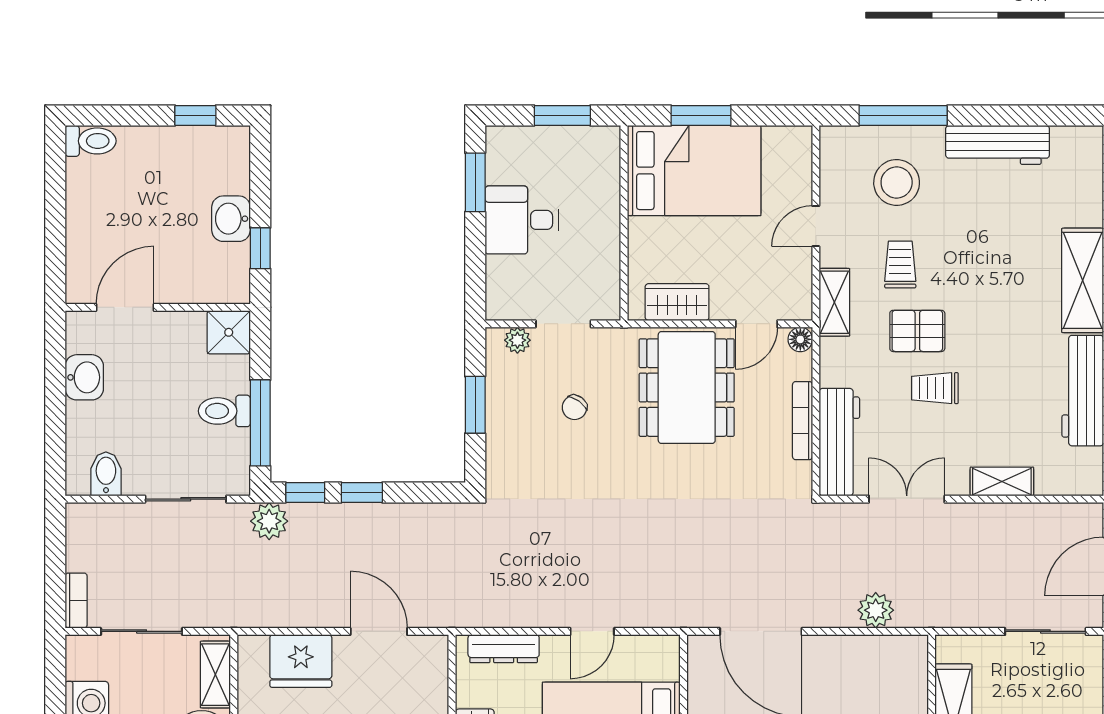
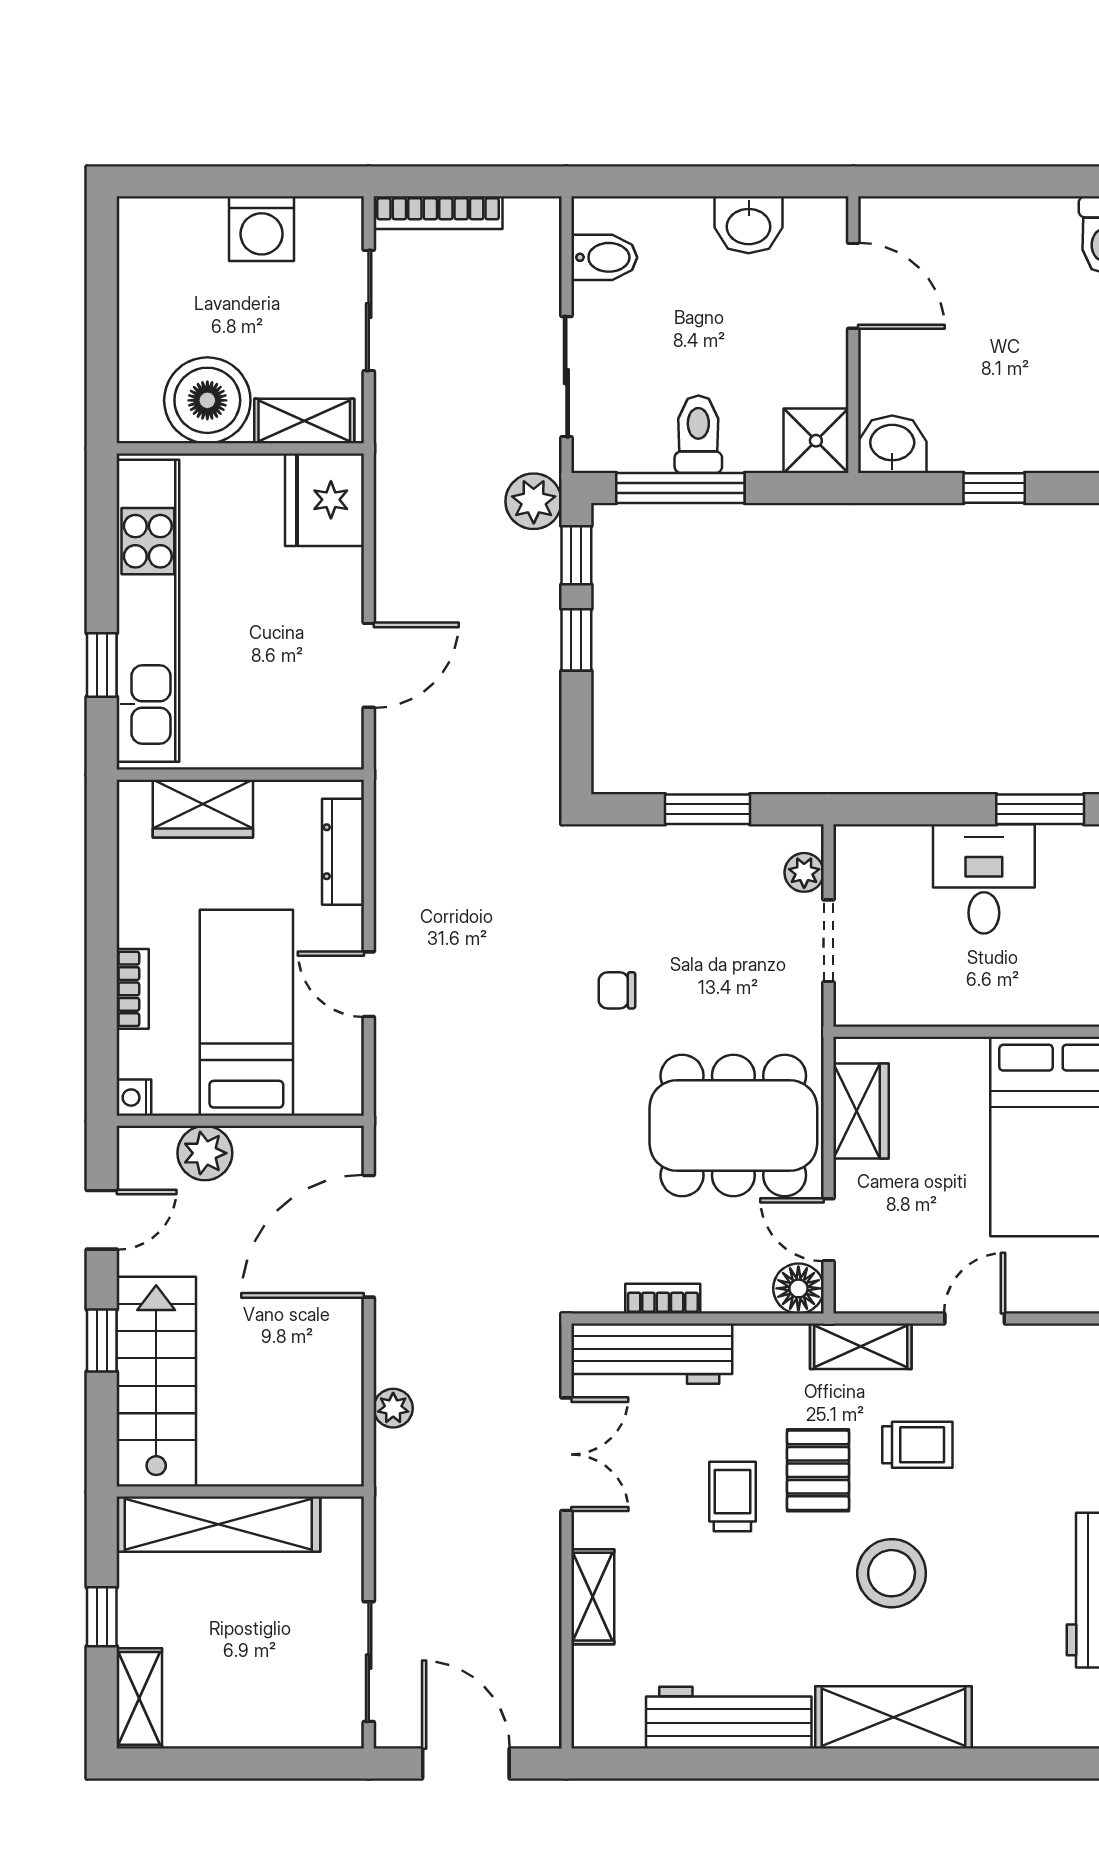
stool: (897, 182) -> (892, 1573), moved
washbasin: (231, 219) -> (892, 444), moved
door: (816, 226) -> (975, 1318), hinge flipped
window: (260, 248) -> (994, 488), moved
floor lamp: (800, 339) -> (798, 1288), width x1.37, depth x1.37
chair: (574, 407) -> (617, 990), moved, turned -36
bookcase: (802, 421) -> (663, 1299), width x0.64
bookcase: (76, 601) -> (438, 213), width x1.56
plant: (876, 610) -> (393, 1408), width x0.73, depth x0.73
fridge: (301, 661) -> (324, 500), moved

